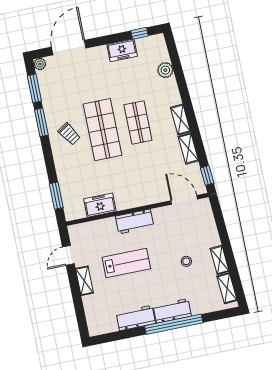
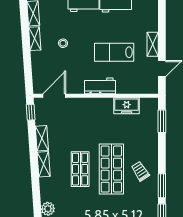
door: (184, 200) -> (54, 96), swing flipped

